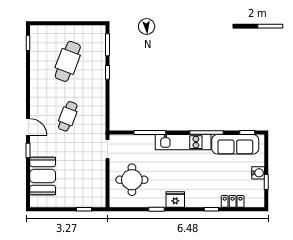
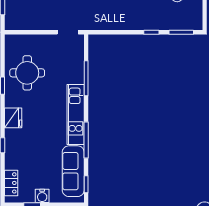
round table: (132, 180) -> (27, 73), moved
fridge: (175, 200) -> (13, 118), moved
locker: (233, 201) -> (11, 183), moved

